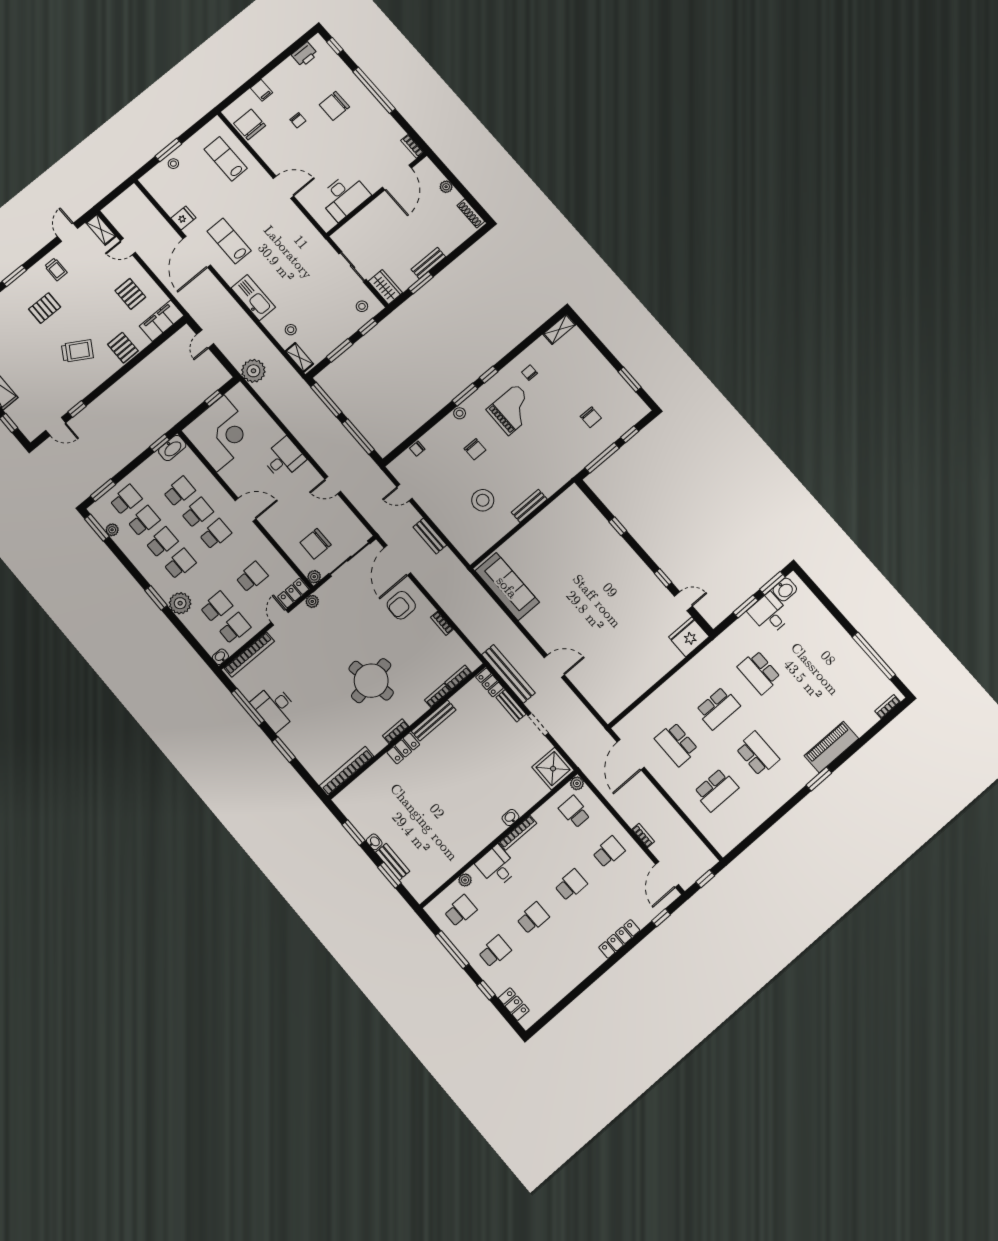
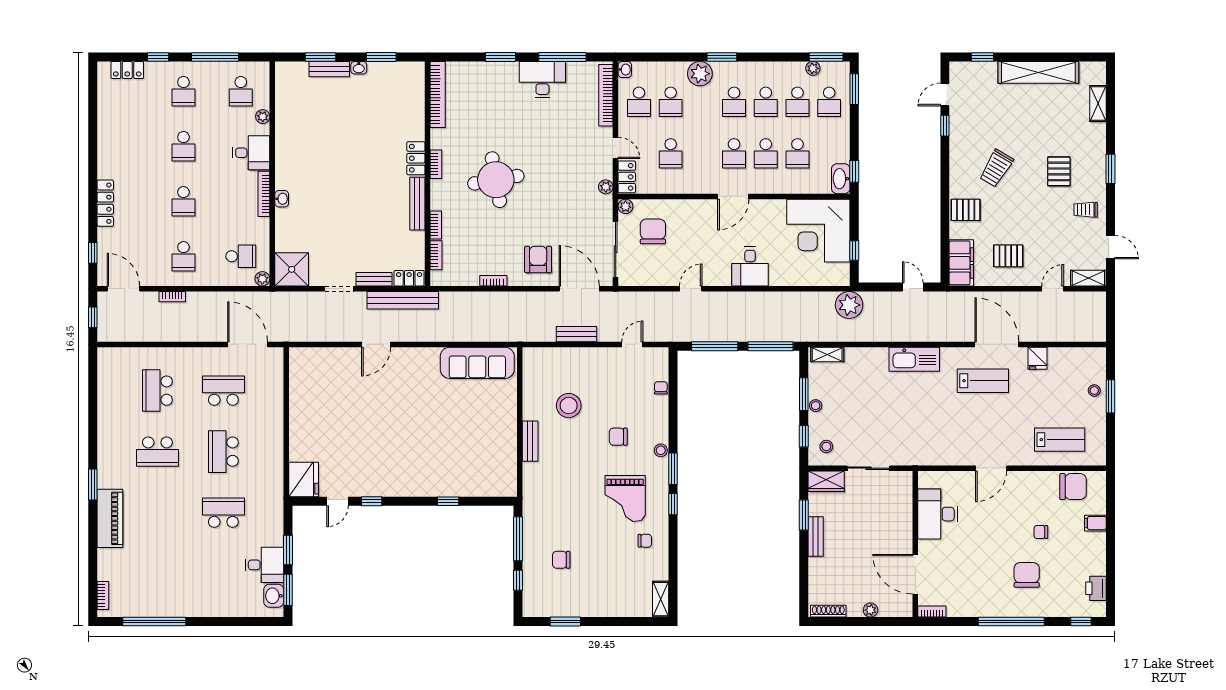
stool: (291, 330) -> (816, 406), moved

